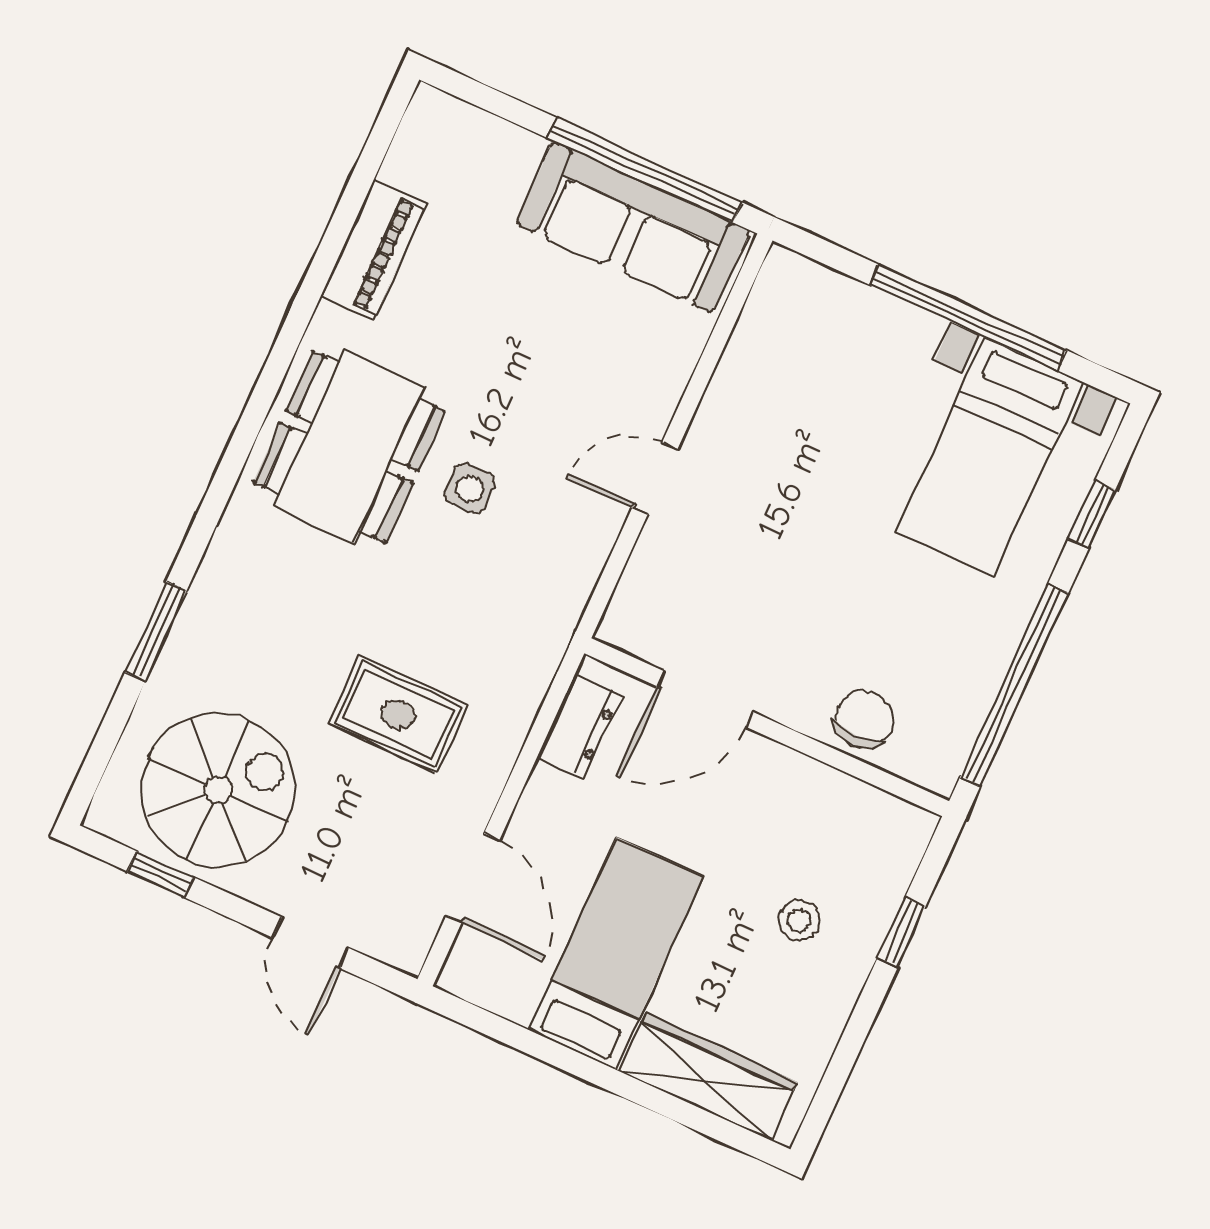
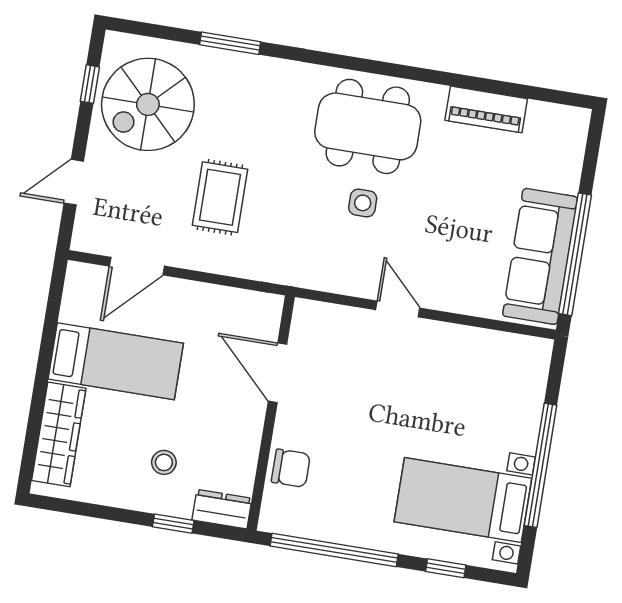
dresser: (580, 726) -> (222, 509), moved, turned 180
spiral stairs: (218, 790) -> (148, 104), turned 90

